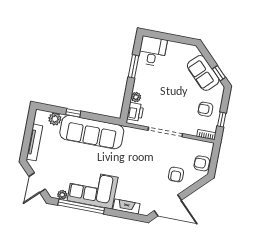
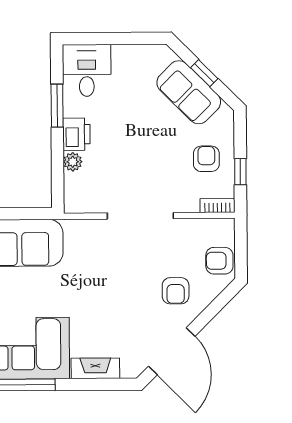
window: (219, 73) -> (204, 73), moved
armchair: (205, 109) -> (206, 159), turned 90
printer: (135, 112) -> (76, 134), moved
door: (168, 205) -> (172, 351), hinge flipped

